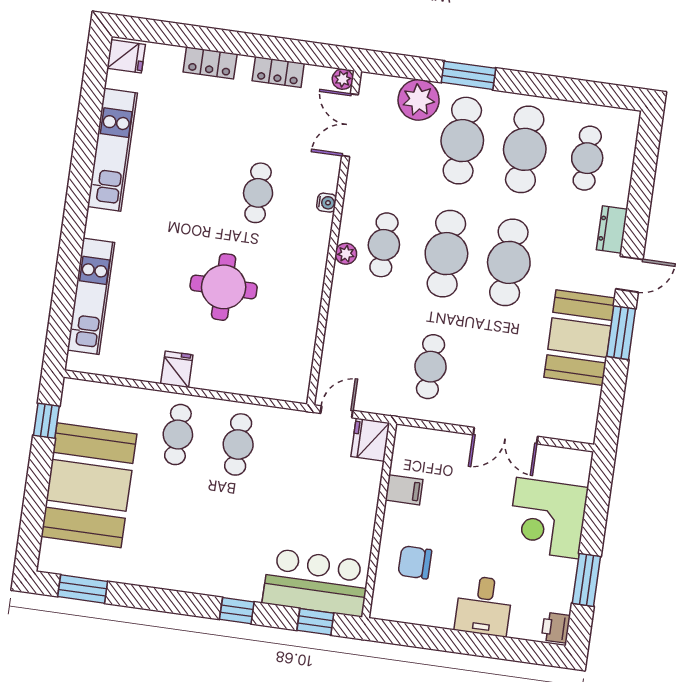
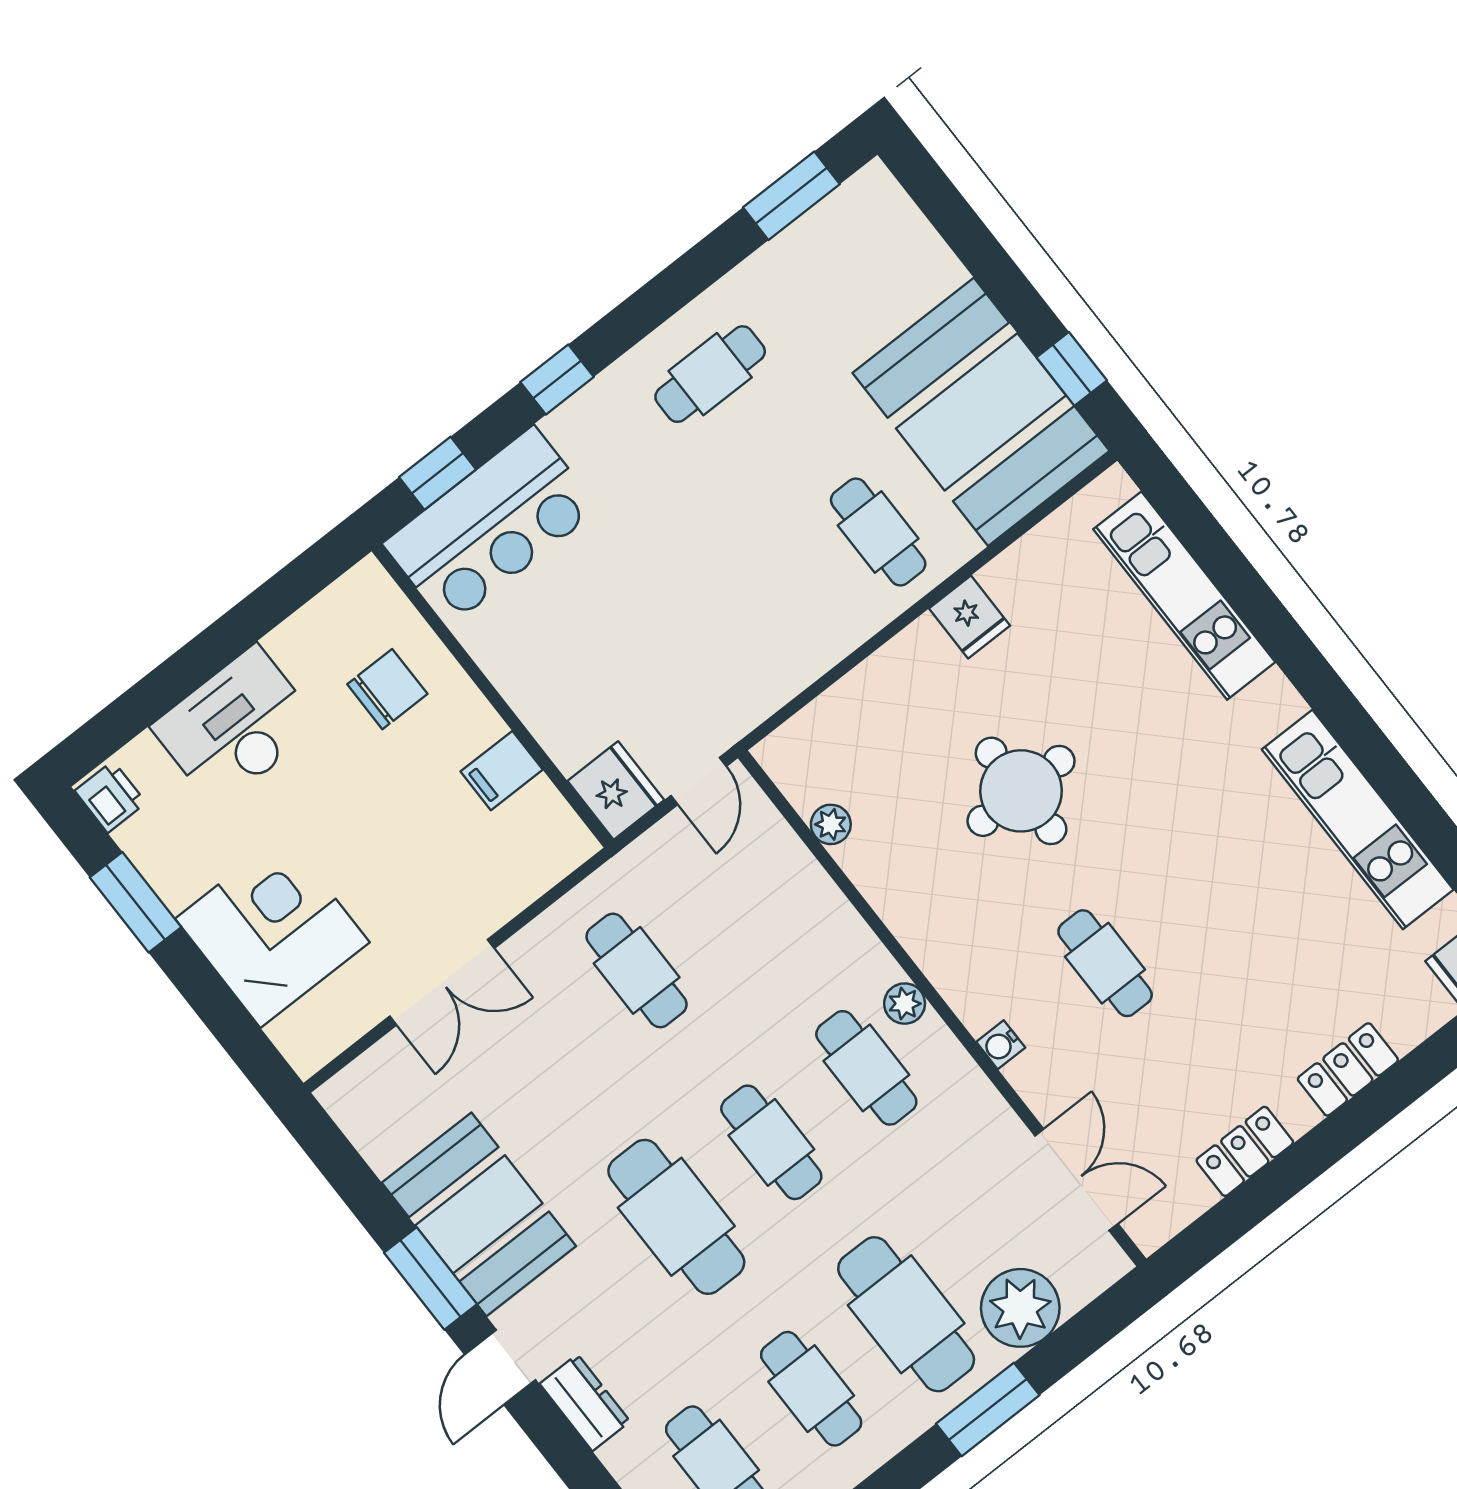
plant: (343, 79) -> (831, 824), moved
cafe table: (525, 149) -> (811, 1389), width x0.73, depth x0.74
cafe table: (446, 254) -> (771, 1142), width x0.73, depth x0.74
double door: (505, 436) -> (442, 982), swing flipped
cafe table: (238, 444) -> (710, 374), moved, turned 90
booth: (89, 485) -> (981, 412), moved
desk: (484, 606) -> (236, 726), width x1.37

